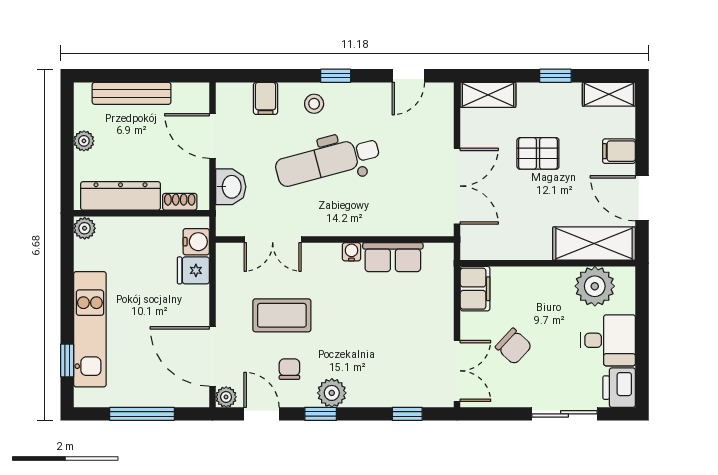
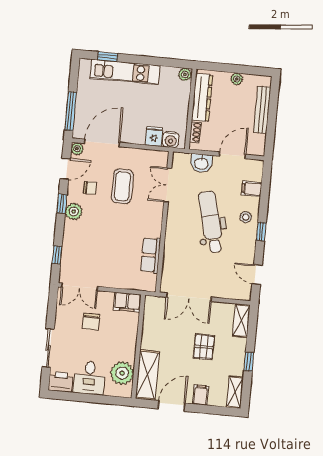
water cooler: (351, 252) -> (156, 231), removed
chair: (514, 346) -> (91, 322), turned -43
window: (142, 414) -> (71, 111), moved

